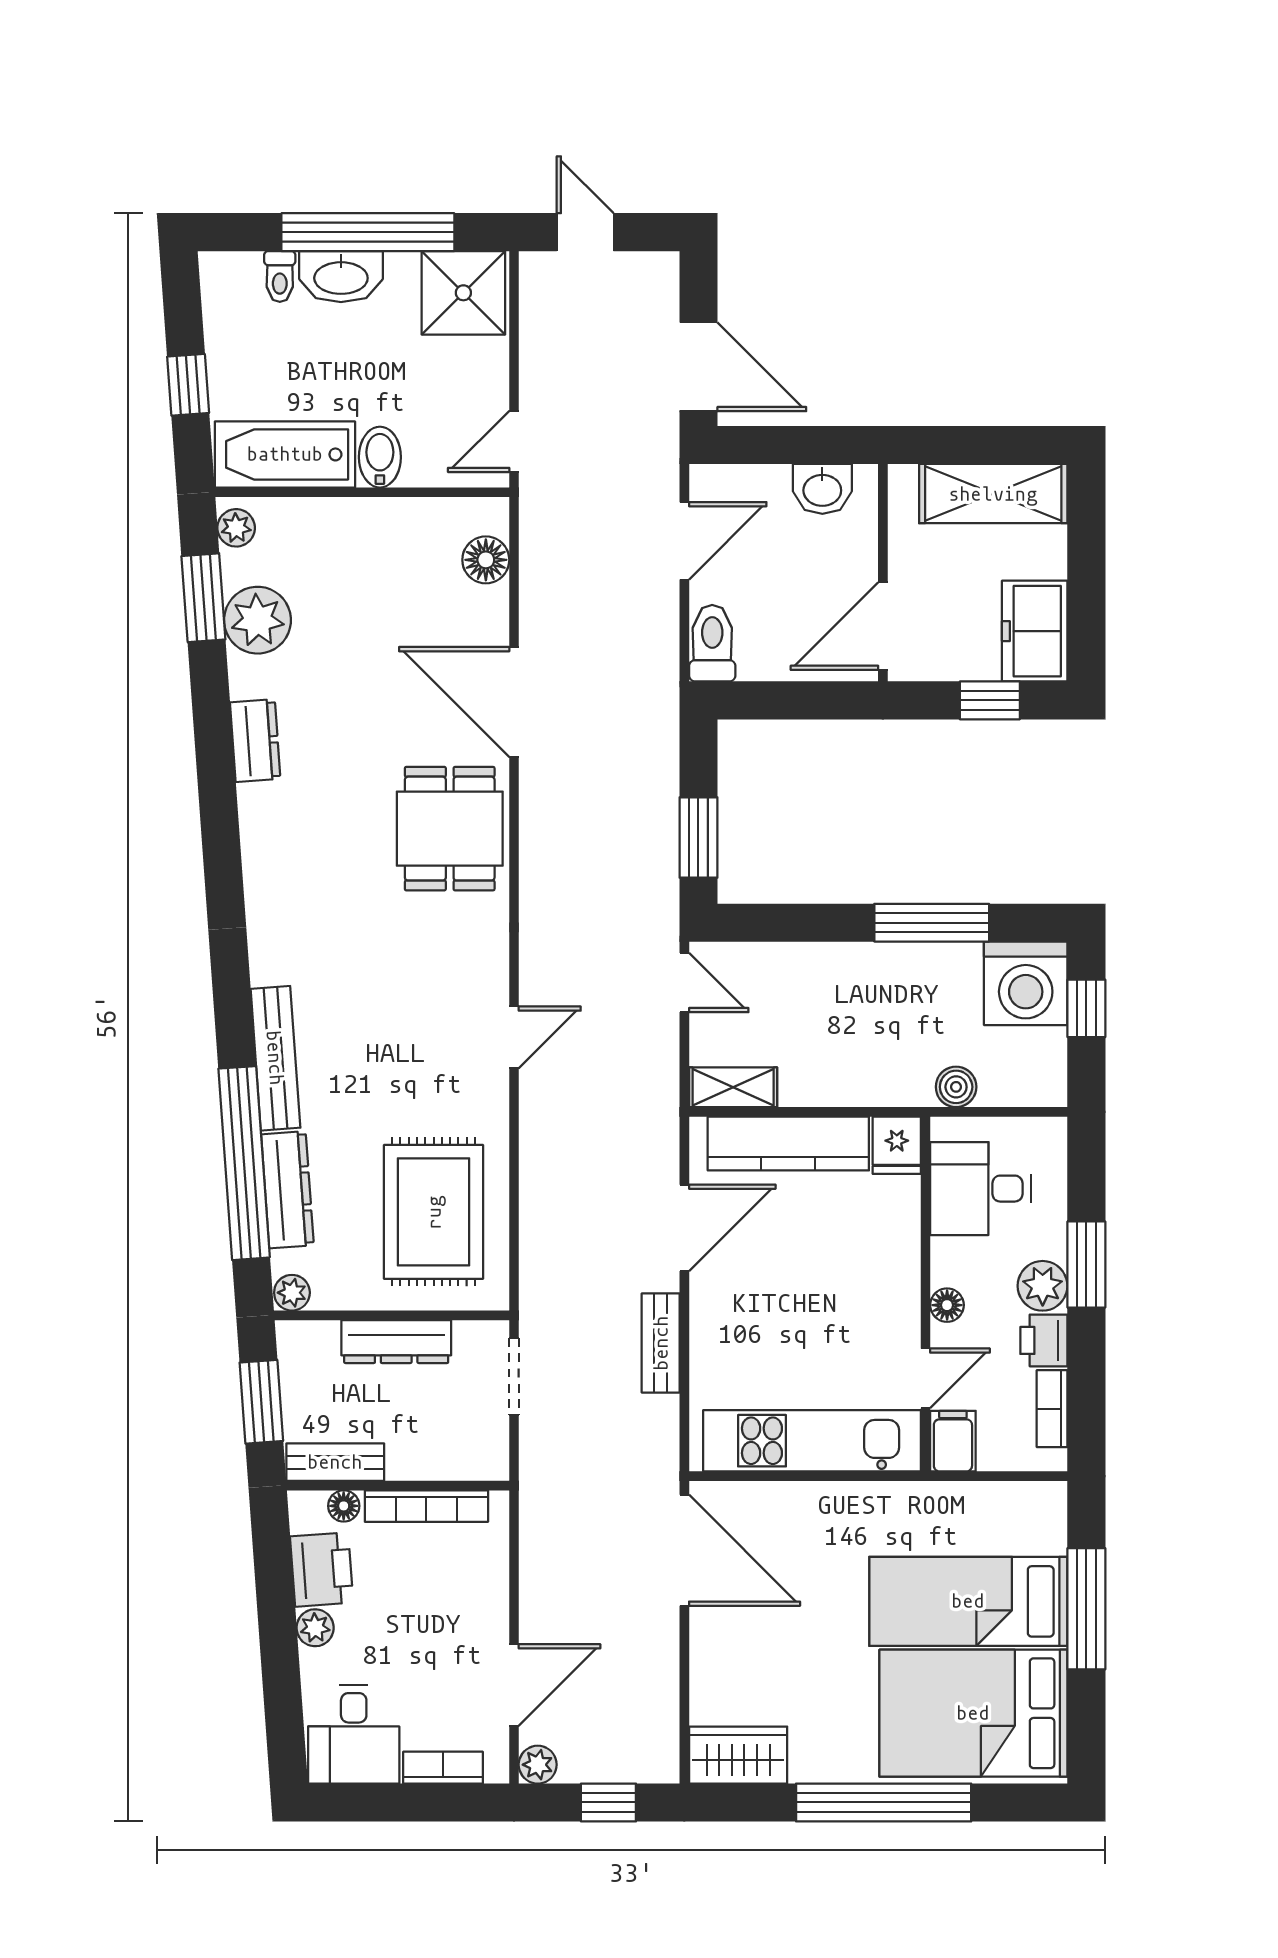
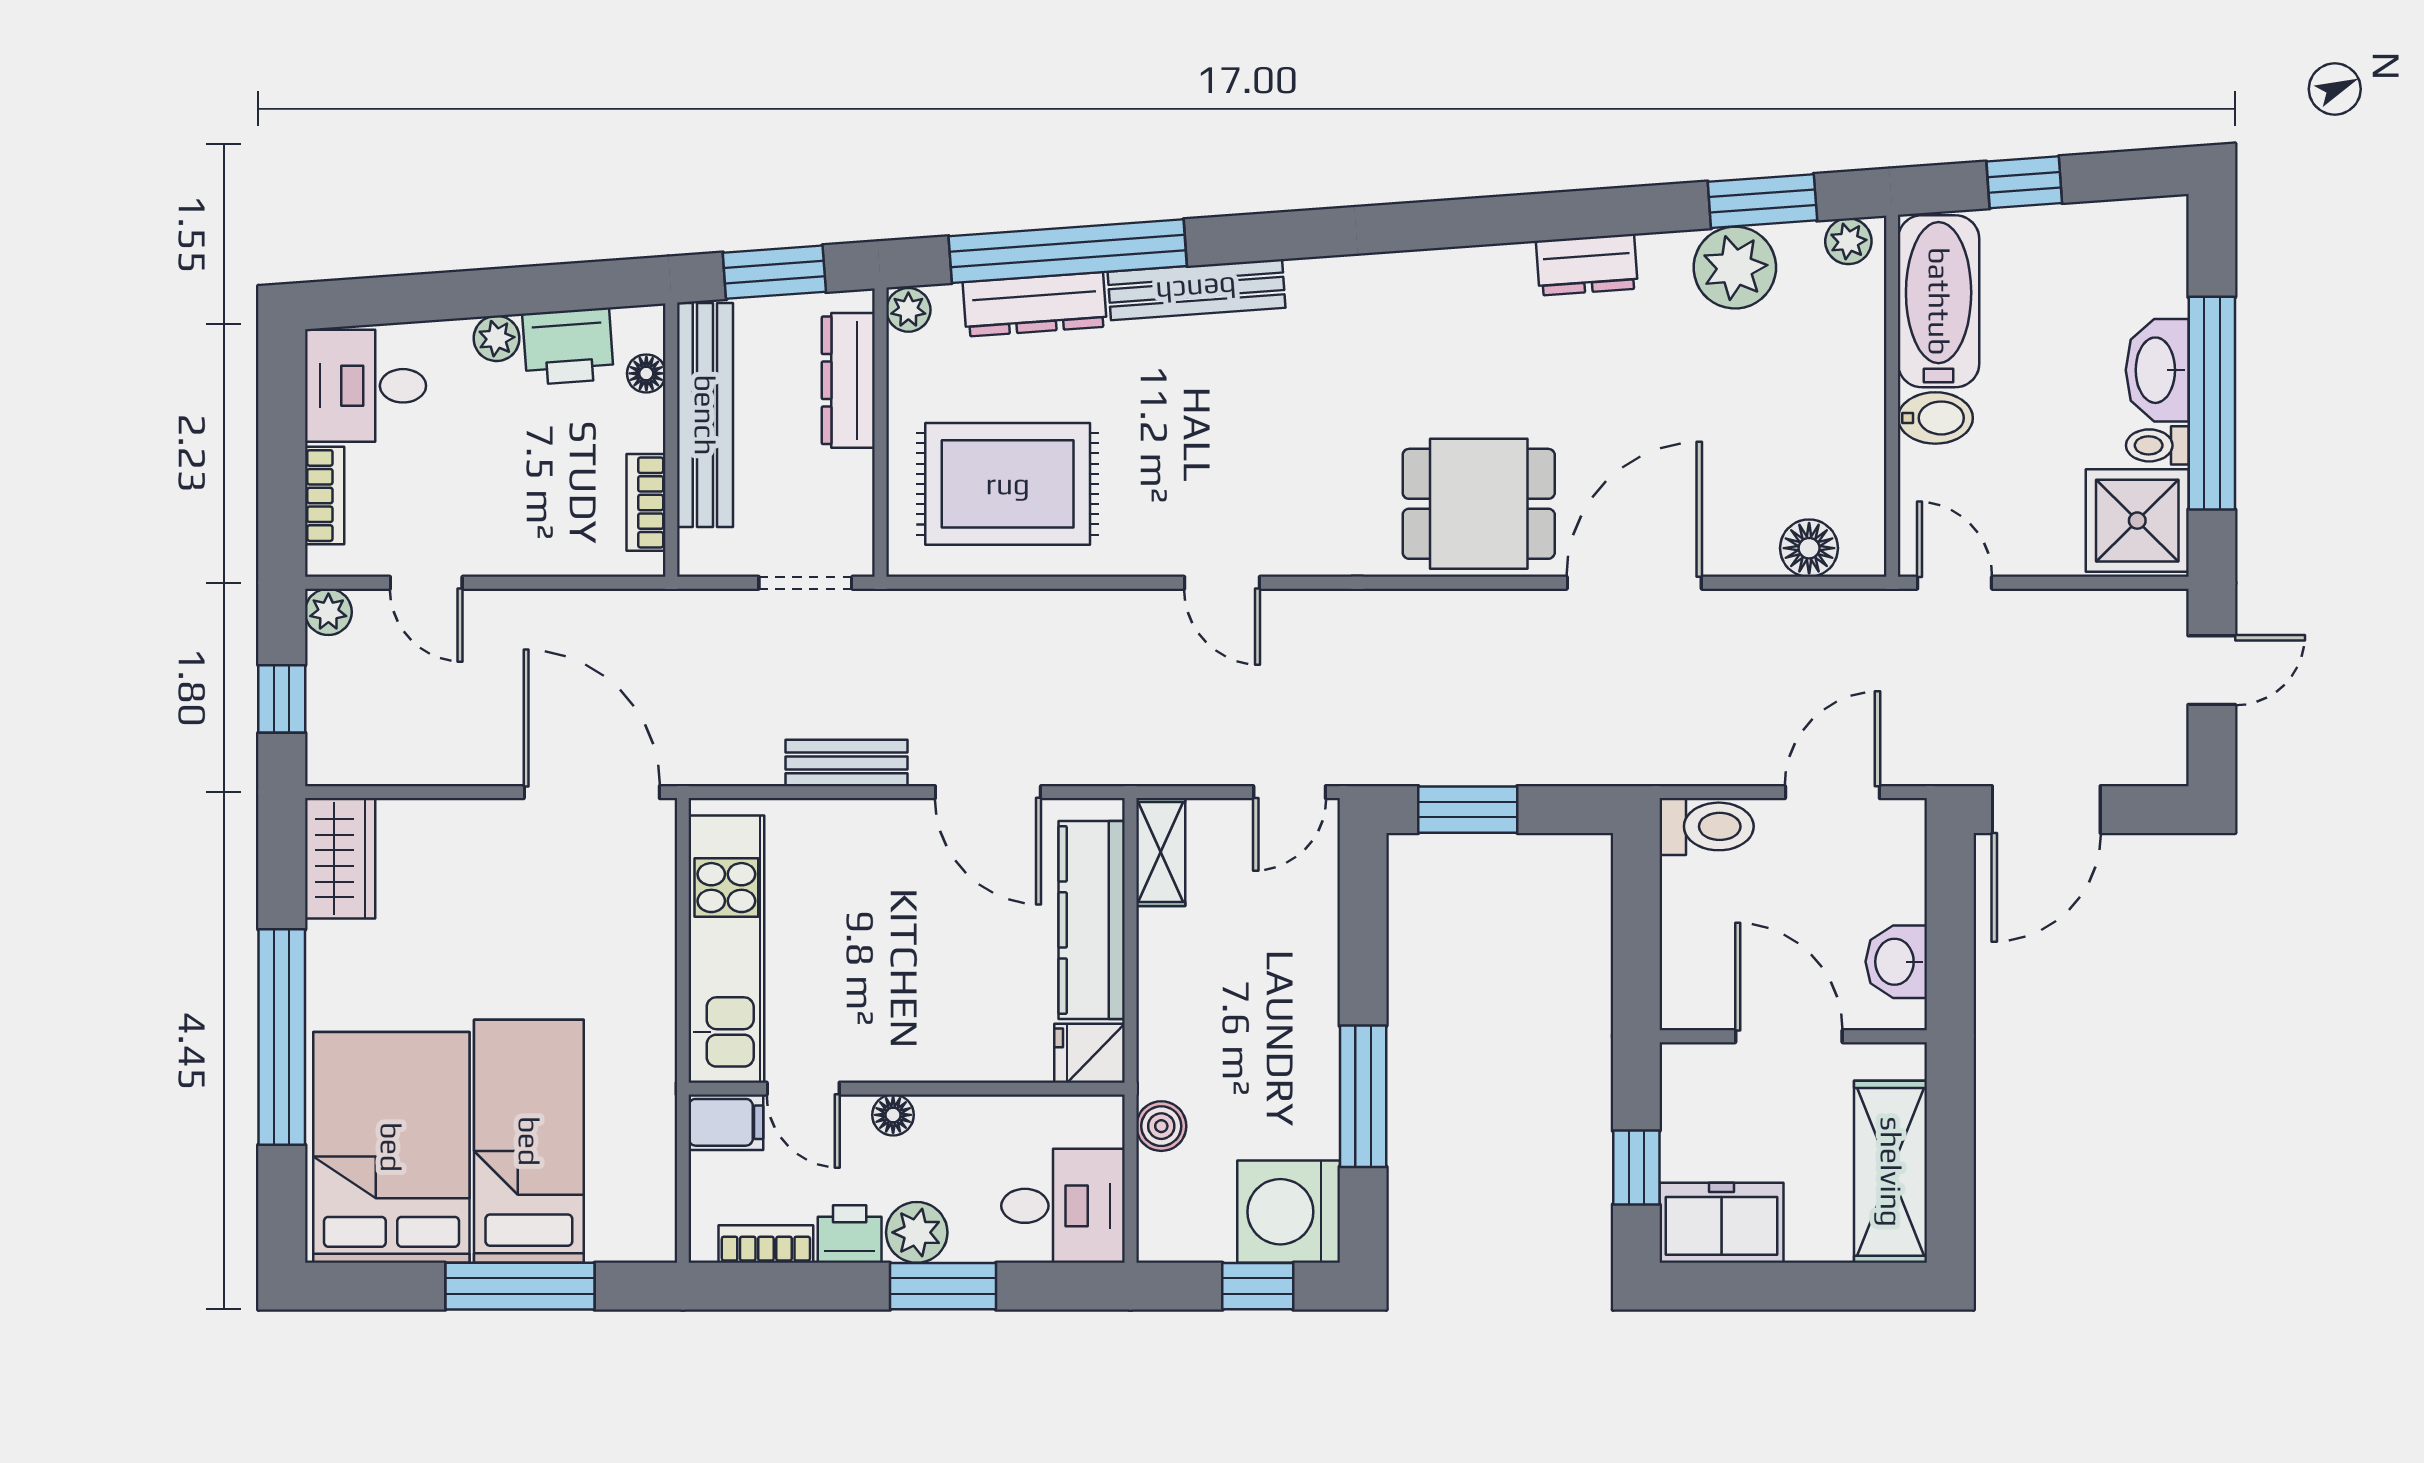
toilet: (280, 276) -> (2157, 445), moved
door: (684, 541) -> (1832, 792), swing flipped
door: (883, 626) -> (1789, 1036), moved
desk: (980, 1189) -> (1063, 1206), moved, turned 90
dresser: (396, 1342) -> (848, 380), moved
bench: (335, 1462) -> (705, 415), width x1.86, depth x1.21
bookcase: (426, 1506) -> (646, 502), width x0.64
door: (684, 1550) -> (592, 792), swing flipped
door: (514, 1685) -> (426, 583), width x0.73

